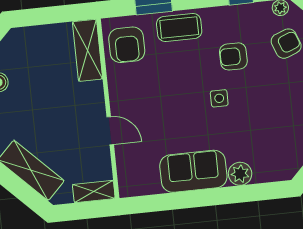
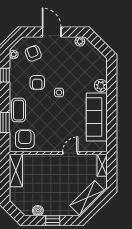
armchair: (127, 45) -> (25, 139), turned -90
shelving: (87, 50) -> (16, 171), moved, turned 90
sofa: (193, 171) -> (97, 117), width x1.36

